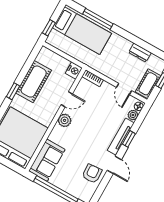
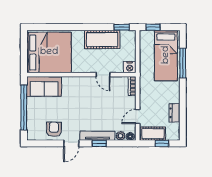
window: (13, 91) -> (122, 27), moved
plant: (65, 120) -> (85, 83), removed
armchair: (92, 174) -> (54, 129), turned -86

